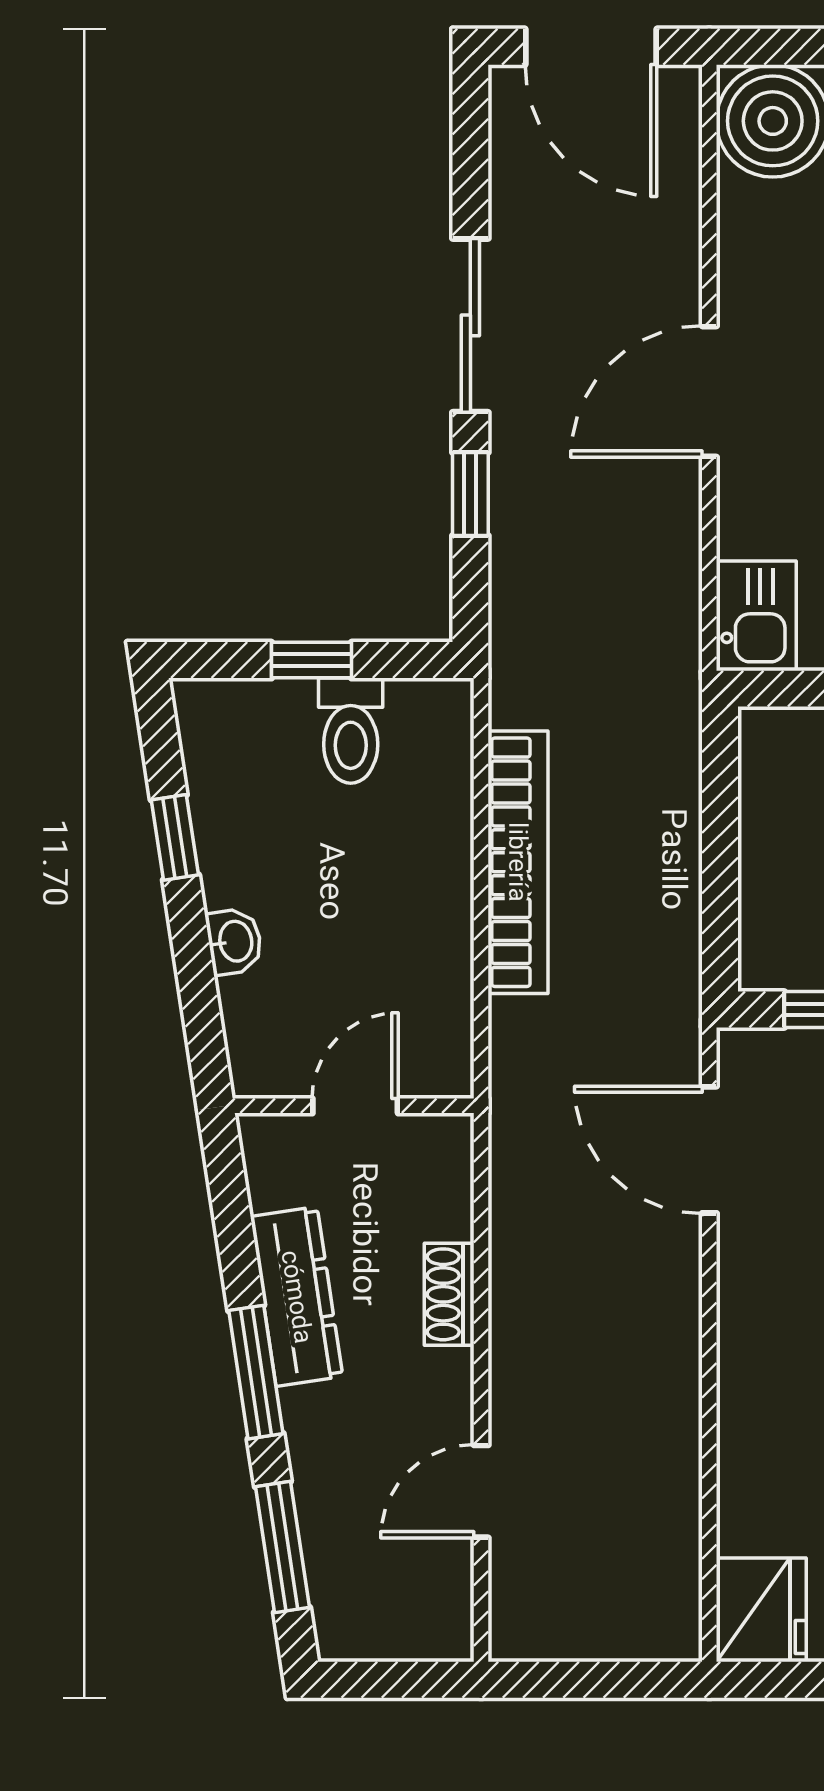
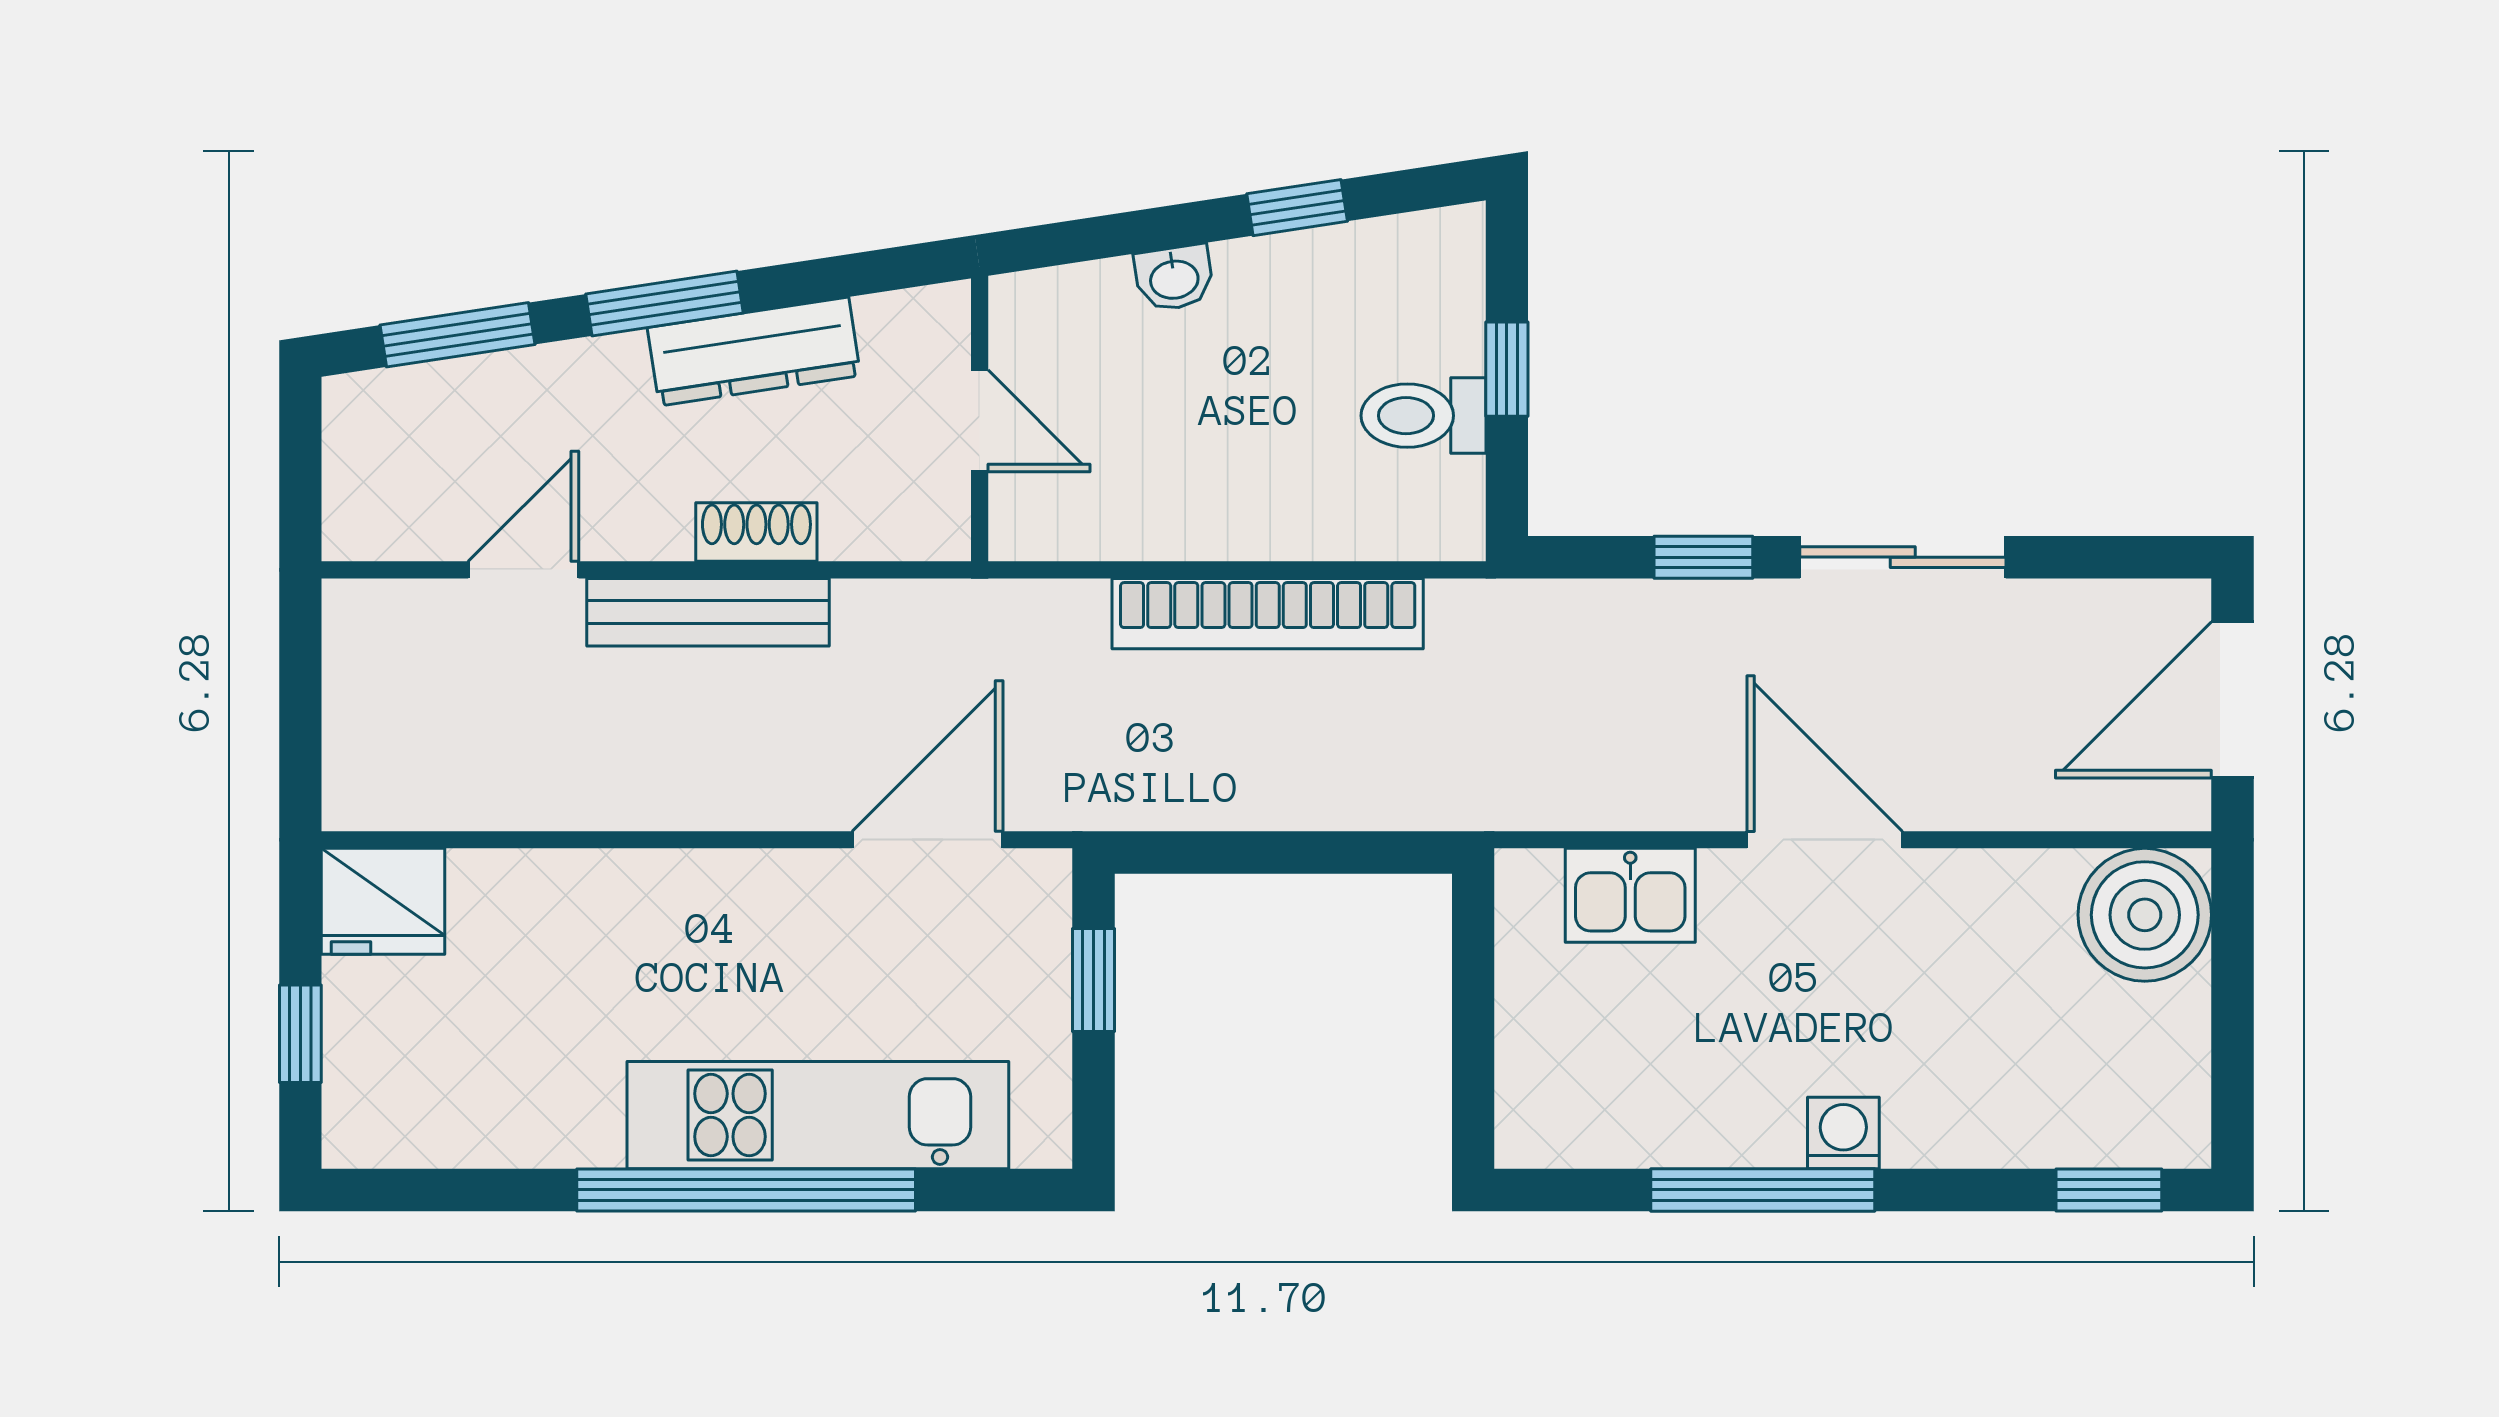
kitchen sink: (756, 616) -> (1630, 895), moved
bench: (517, 1335) -> (708, 612), added
door: (481, 1491) -> (523, 570), hinge flipped

